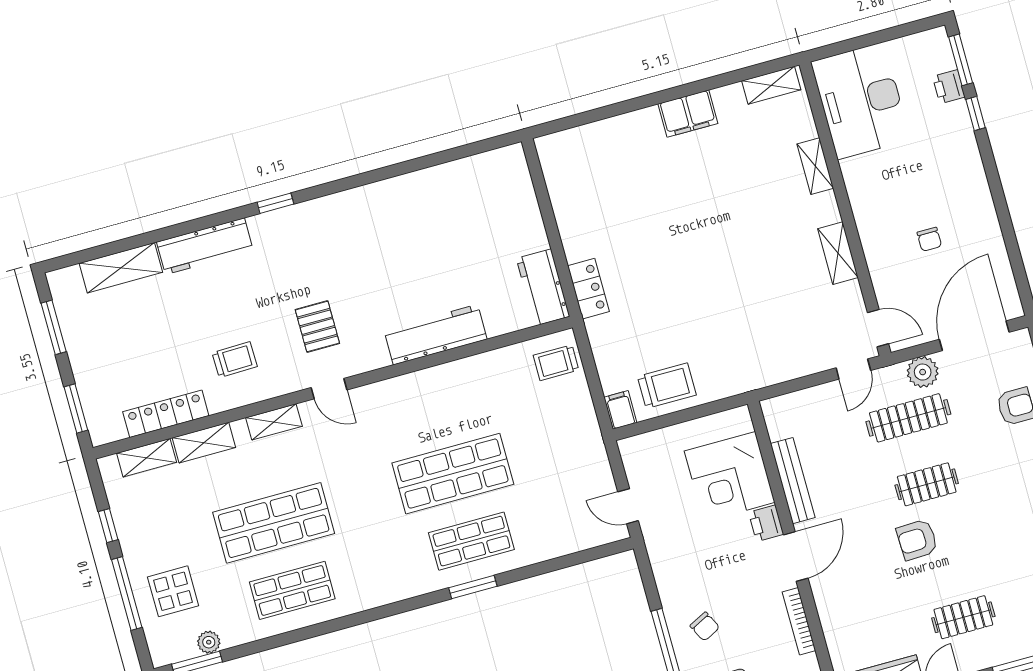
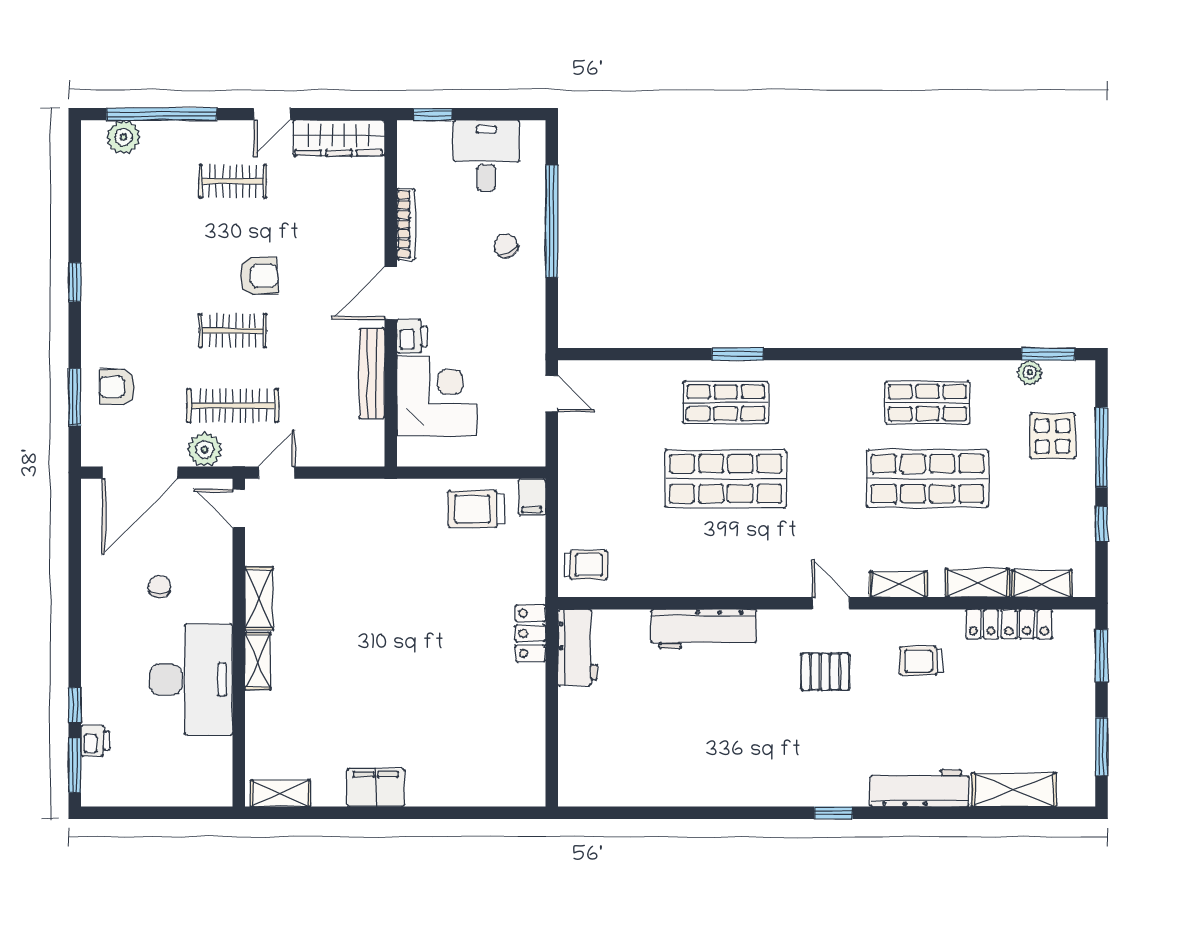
desk: (861, 101) -> (191, 680), moved
shelving: (815, 166) -> (258, 661), moved
pallet: (317, 327) -> (825, 672), turned 90

